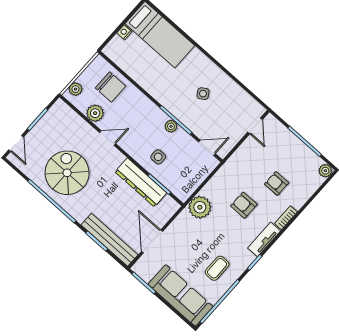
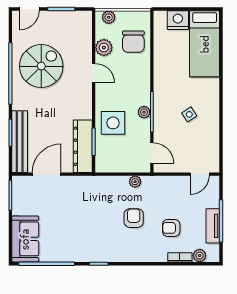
nightstand: (124, 32) -> (178, 20), width x1.89, depth x1.79
side table: (158, 157) -> (113, 123), width x1.87, depth x1.87
plant: (325, 171) -> (200, 256), moved
dresser: (141, 182) -> (83, 146), moved
armchair: (277, 184) -> (171, 228), turned -90
plant: (200, 207) -> (135, 182), moved, width x0.53, depth x0.53
bookcase: (286, 218) -> (180, 257), moved
tv unit: (264, 239) -> (213, 226), moved, turned -90
coffee table: (217, 268) -> (69, 240), removed
sofa: (180, 295) -> (25, 239), width x0.73

